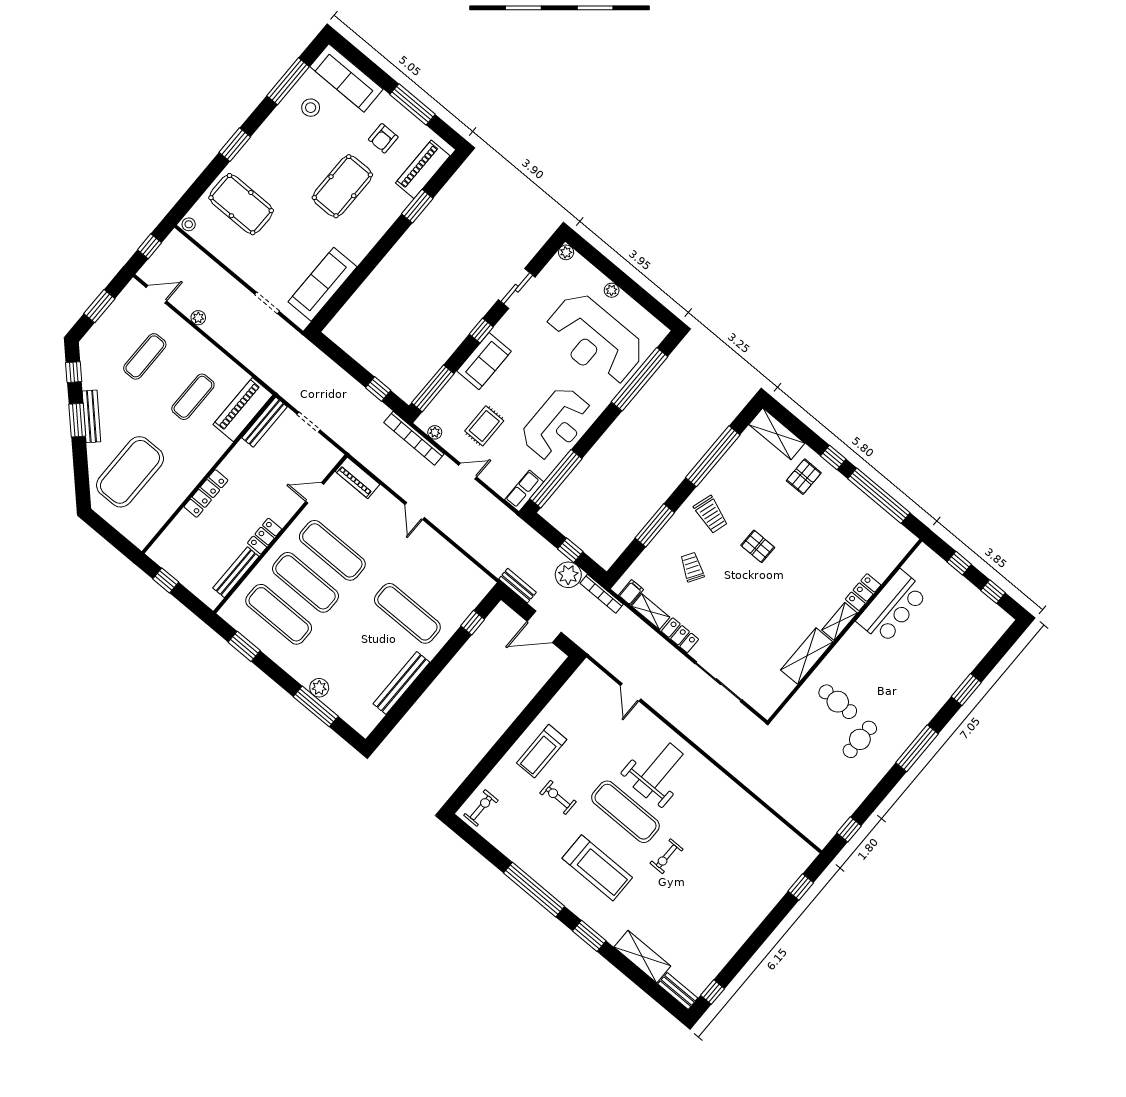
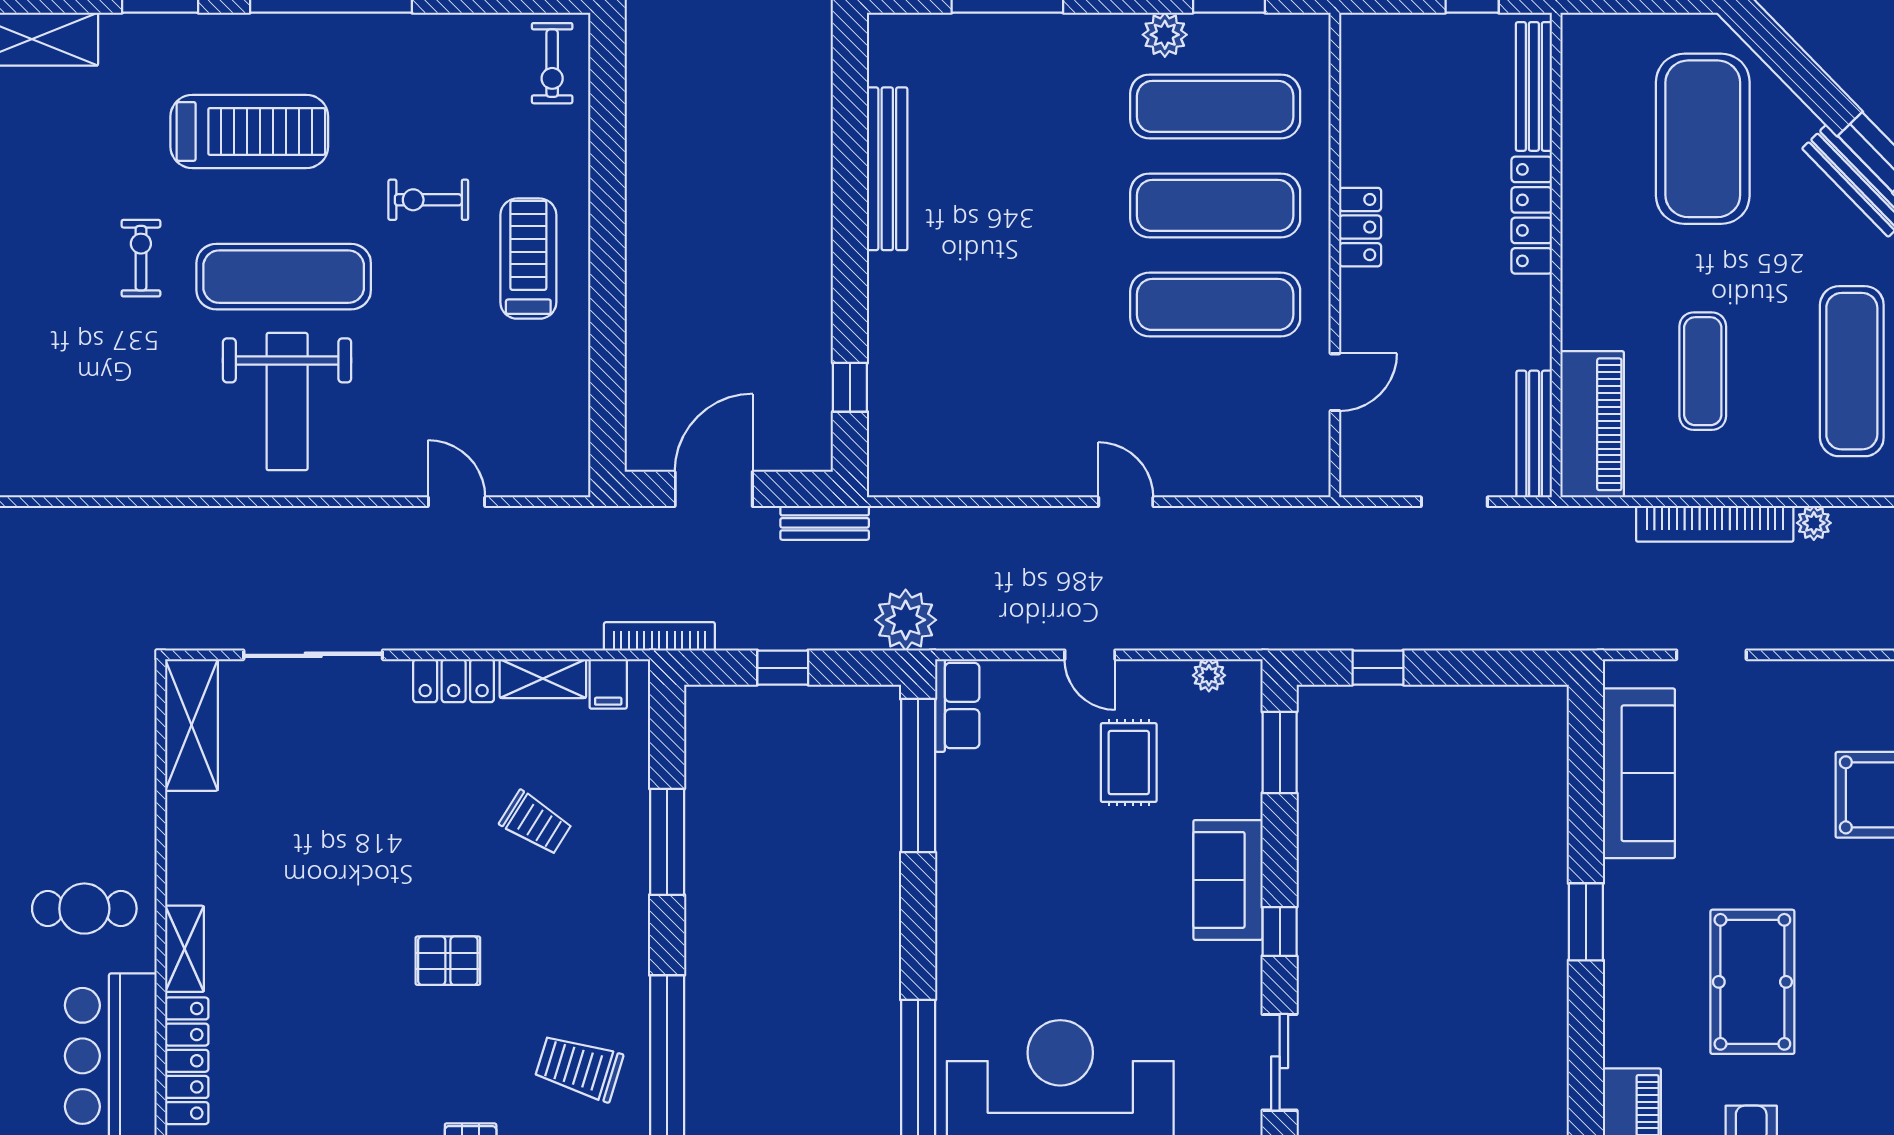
window: (417, 206) -> (1586, 922), moved
exercise mat: (145, 356) -> (1852, 371), width x1.36, depth x1.45
window: (433, 388) -> (1280, 752), width x0.69
reception desk: (557, 424) -> (1000, 877), removed
bookcase: (414, 438) -> (1715, 524), moved, turned 180
door: (468, 471) -> (1090, 655), hinge flipped
piano: (357, 478) -> (1280, 475), removed
trolley: (711, 515) -> (579, 1067), moved
bench: (236, 572) -> (1534, 86), moved
plant: (568, 575) -> (906, 620), moved
locker: (863, 592) -> (187, 1061), width x1.53
exercise mat: (407, 613) -> (982, 304), removed
shelving: (807, 656) -> (191, 725), moved
plant: (319, 688) -> (1165, 35), moved
cafe table: (838, 702) -> (84, 909), moved
exercise bike: (558, 797) -> (428, 200), turned 180
treadmill: (597, 868) -> (249, 131), turned 180

